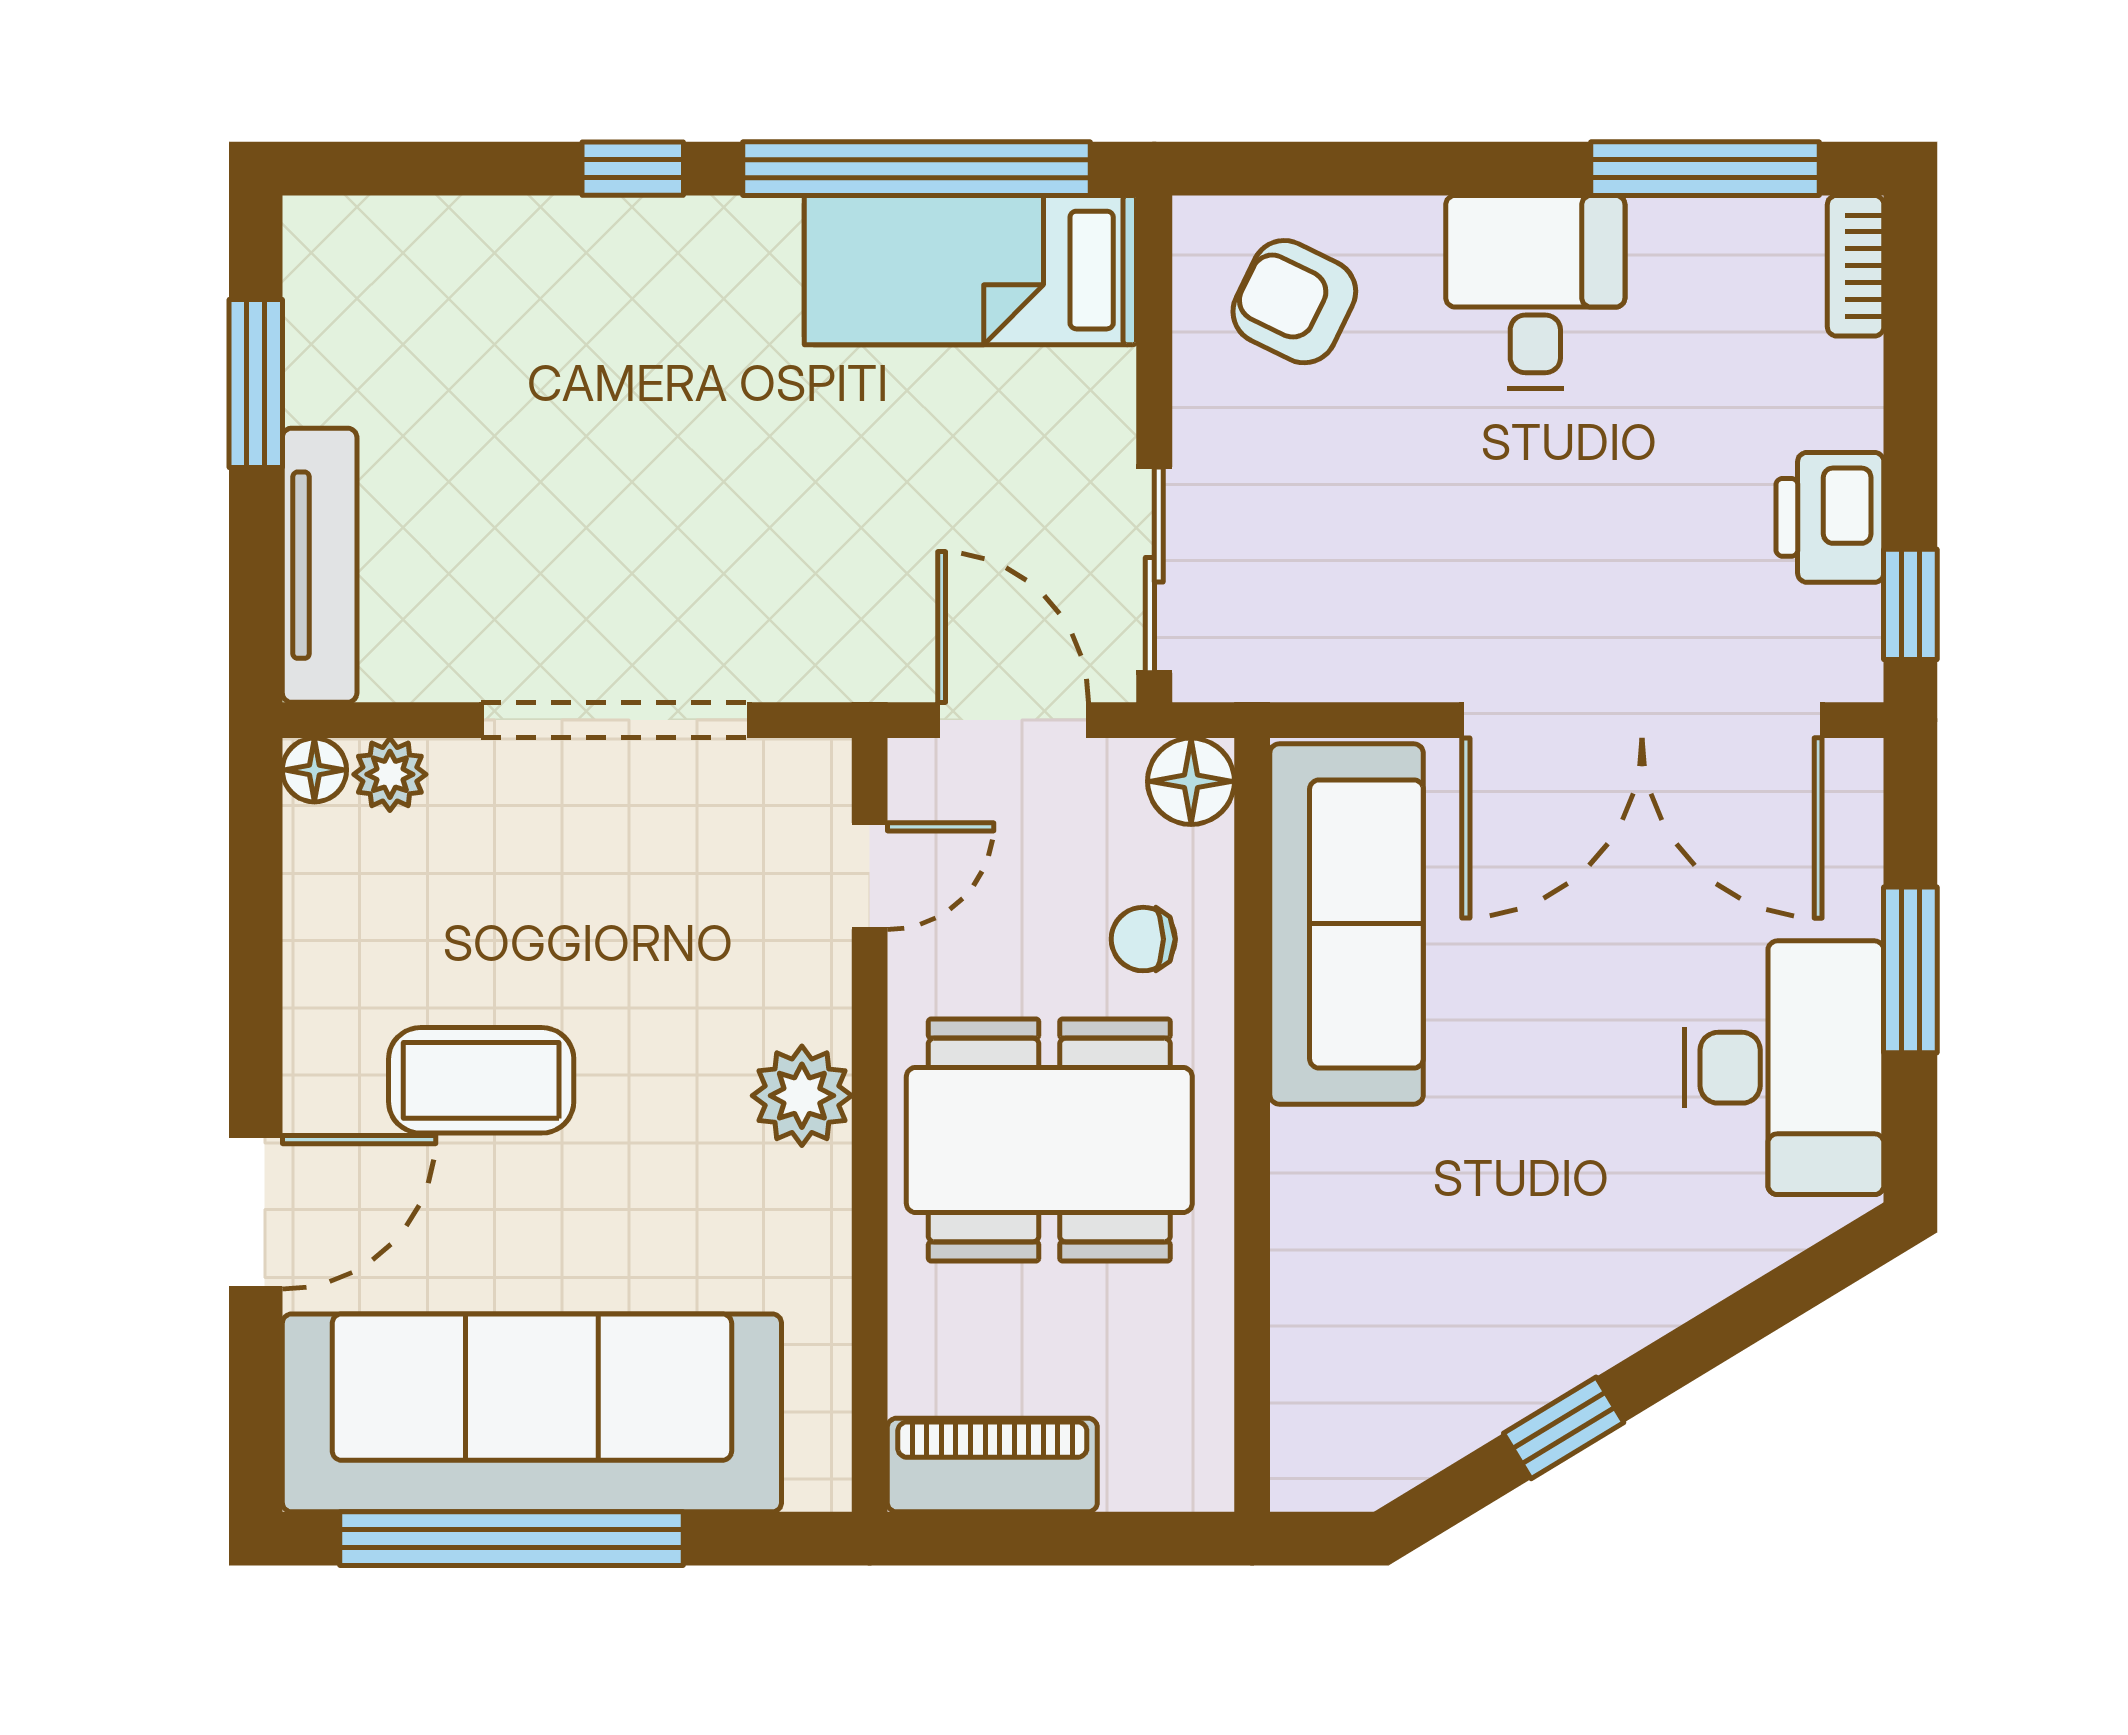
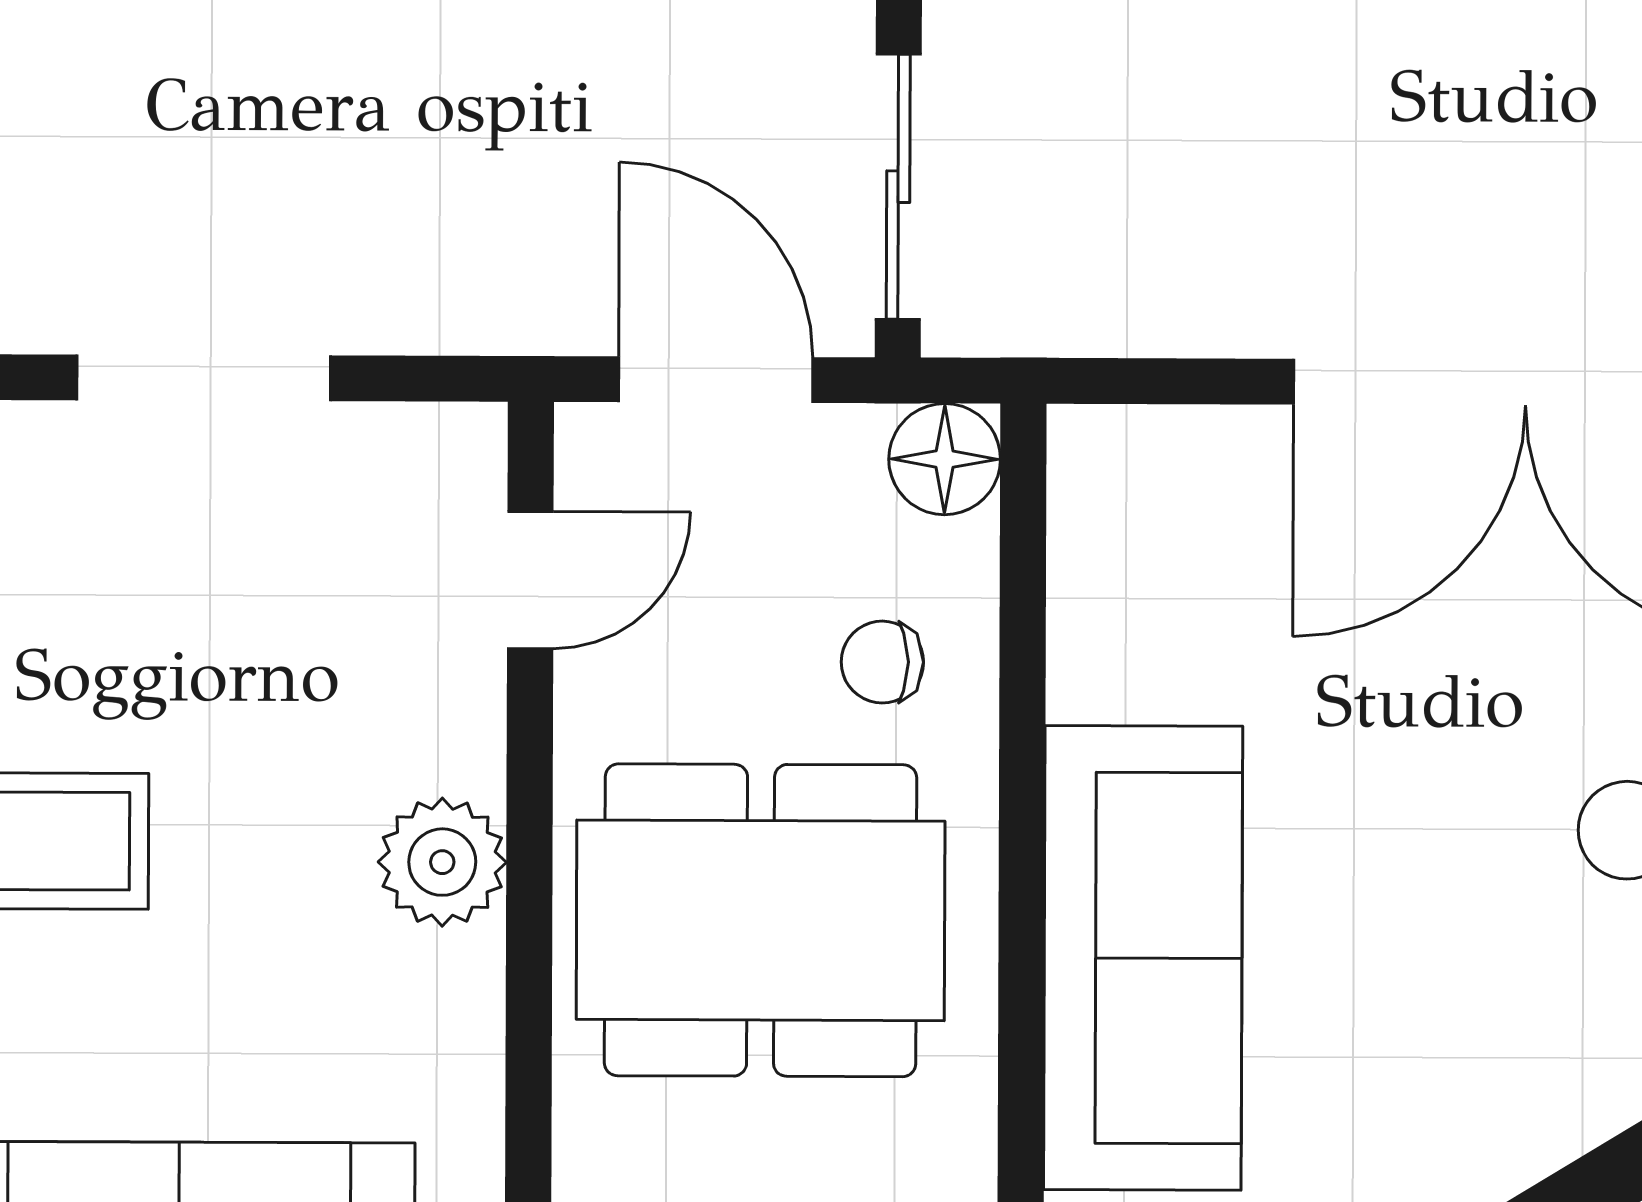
doorway: (615, 720) -> (204, 378), width x0.73
sofa: (1347, 924) -> (1143, 958), moved

